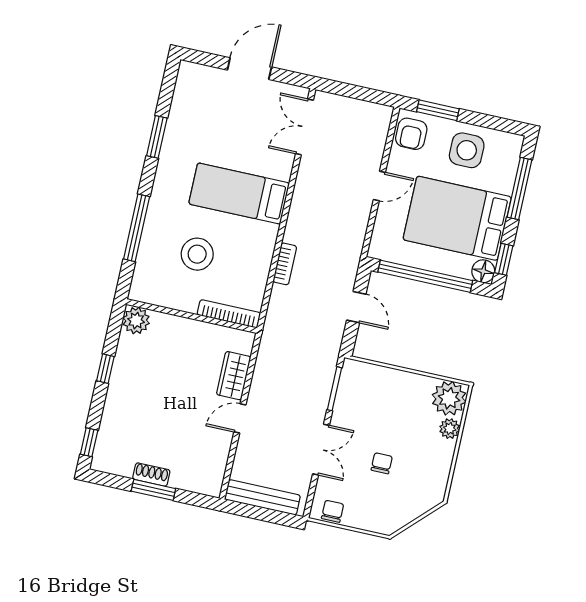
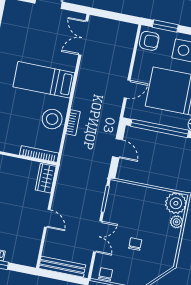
armchair: (411, 134) -> (149, 41), turned -90
door: (379, 186) -> (127, 89), moved
stool: (197, 254) -> (52, 119), moved
wardrobe: (234, 376) -> (46, 178), moved
door: (240, 418) -> (47, 218), swing flipped

